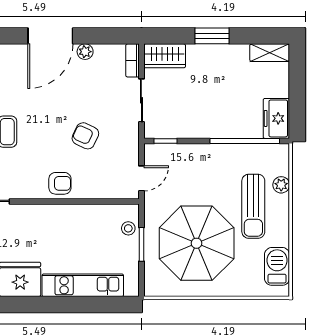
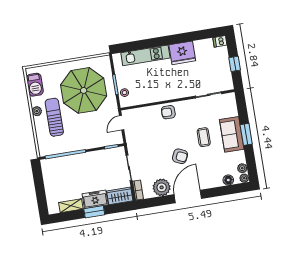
plant: (85, 52) -> (162, 187), width x1.88, depth x1.88
shelving: (270, 53) -> (71, 206), moved
freezer: (276, 118) -> (95, 199), moved, turned -90
armchair: (85, 136) -> (180, 156), moved
plant: (281, 185) -> (37, 111), moved

